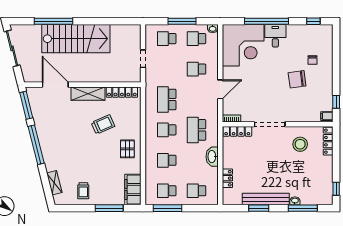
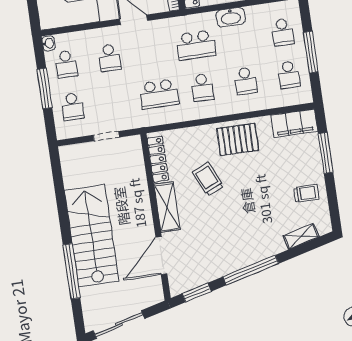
window: (26, 105) -> (197, 292), width x0.69
pallet: (127, 149) -> (238, 139), width x1.50, depth x1.42
window: (167, 208) -> (311, 52), moved

